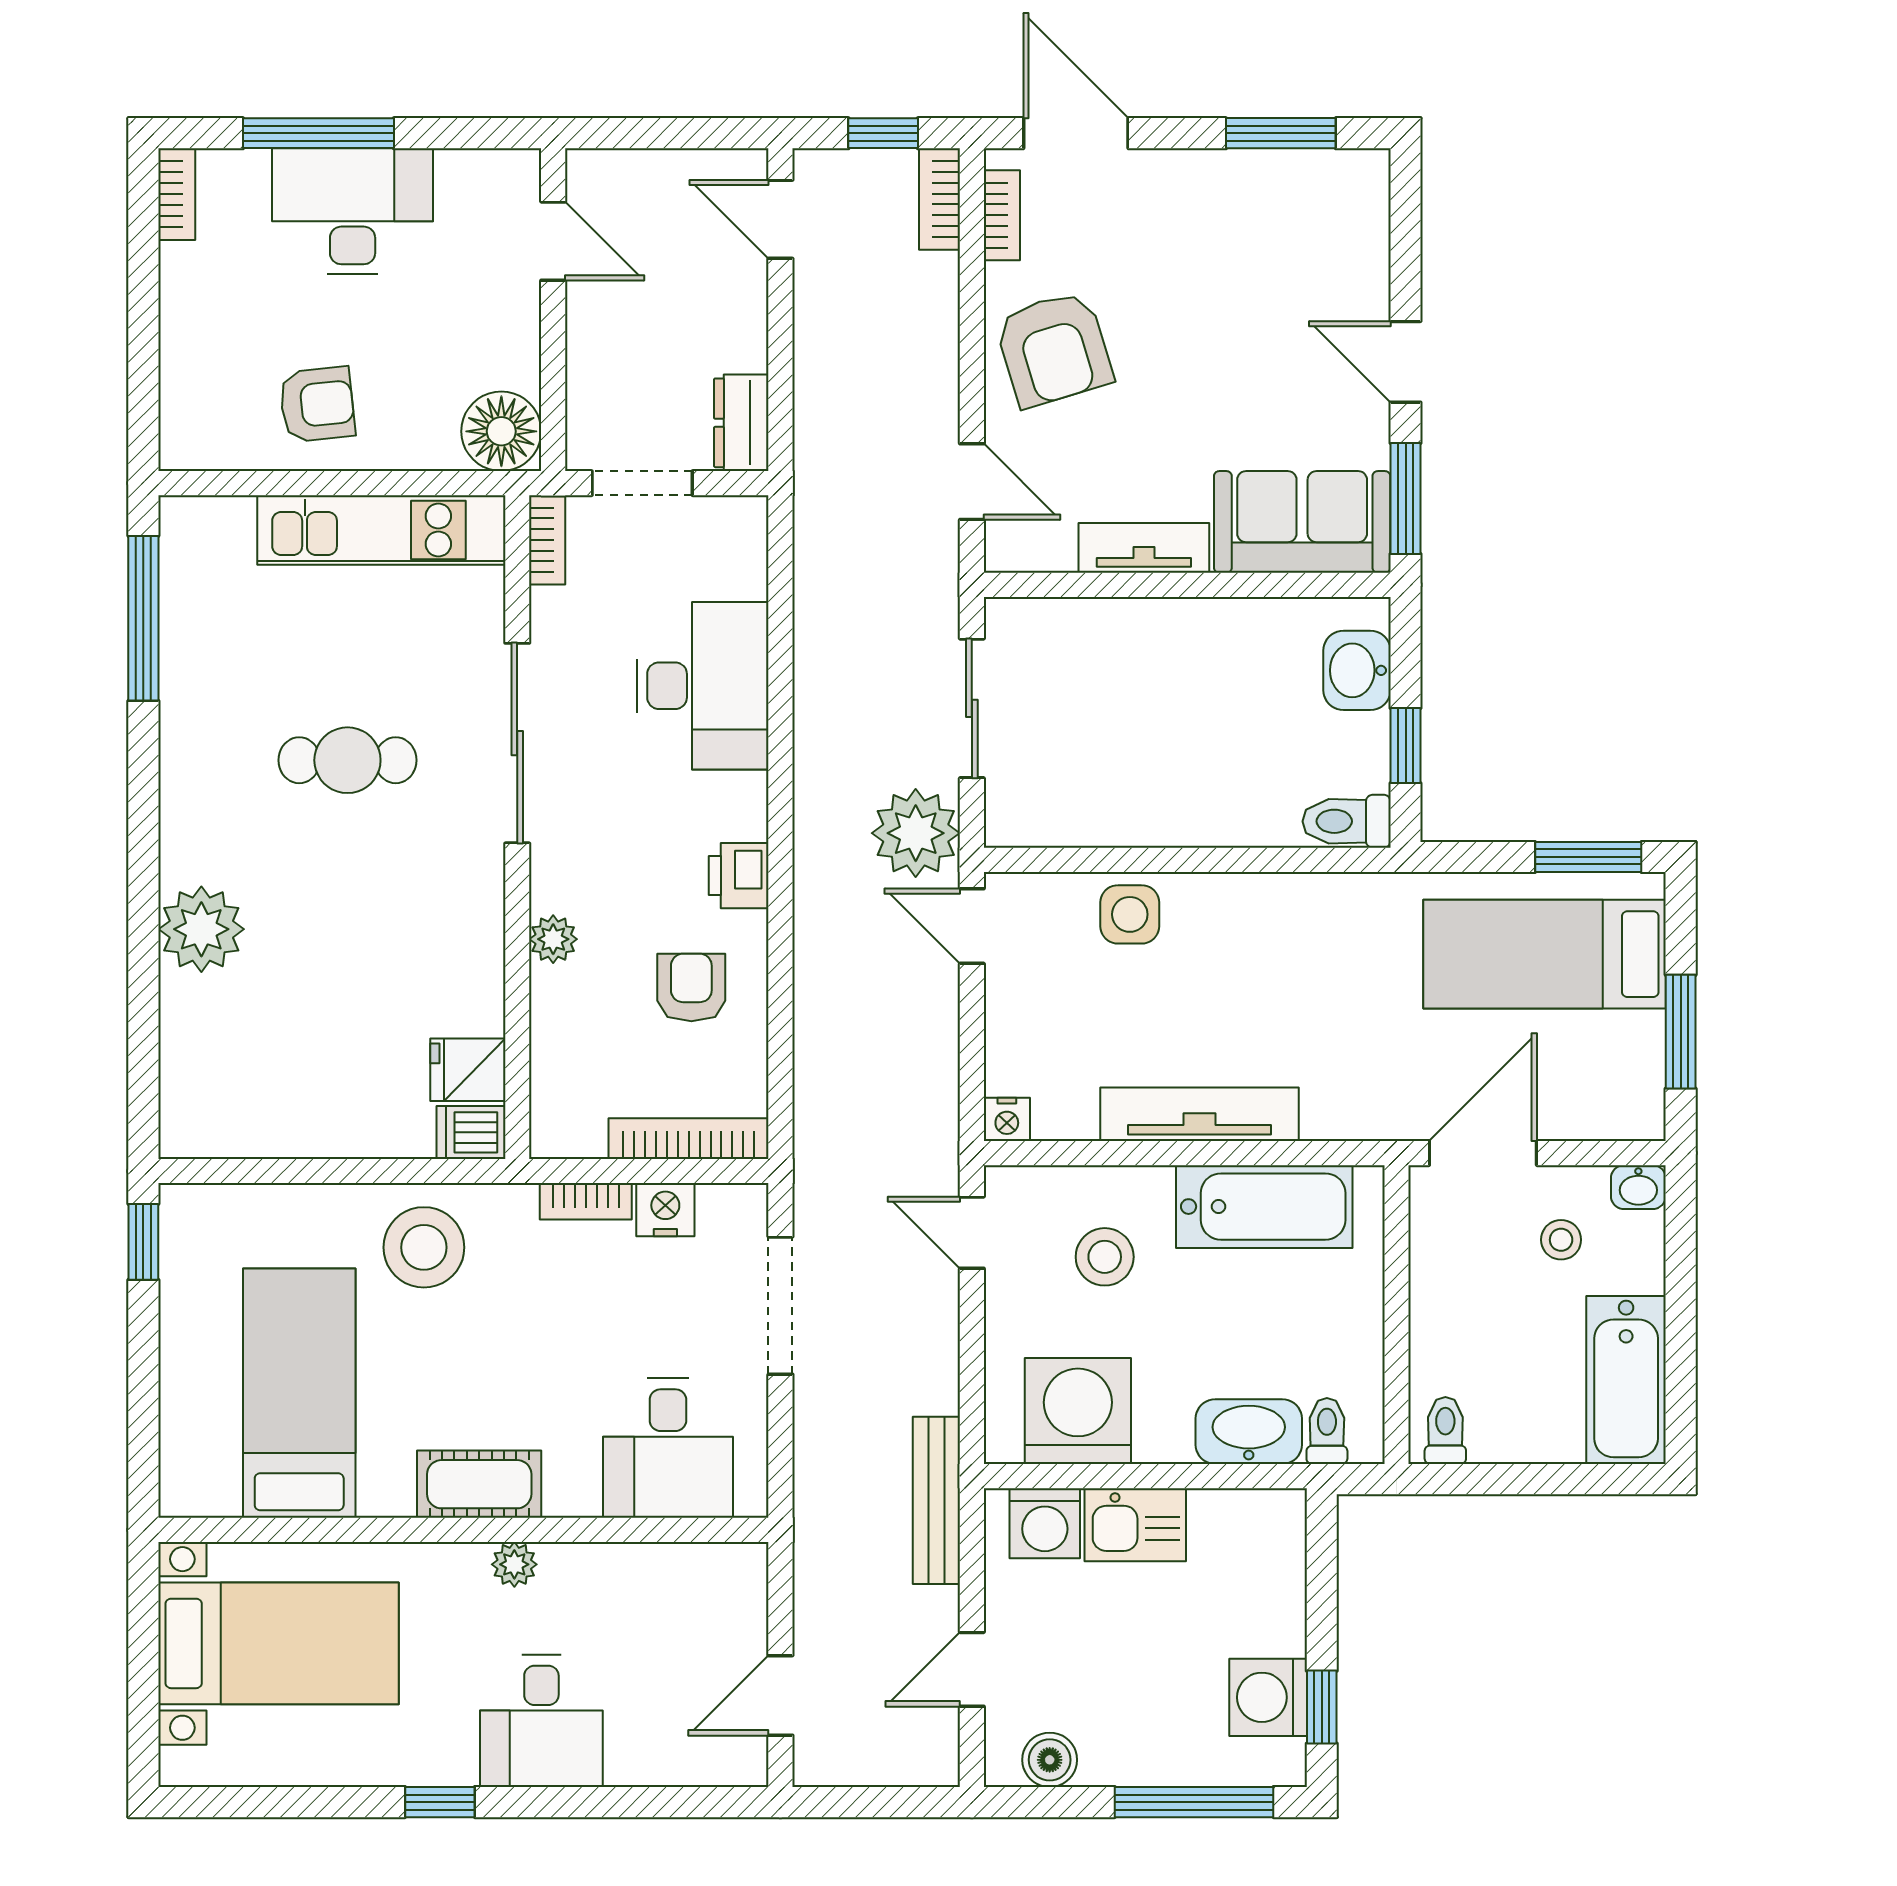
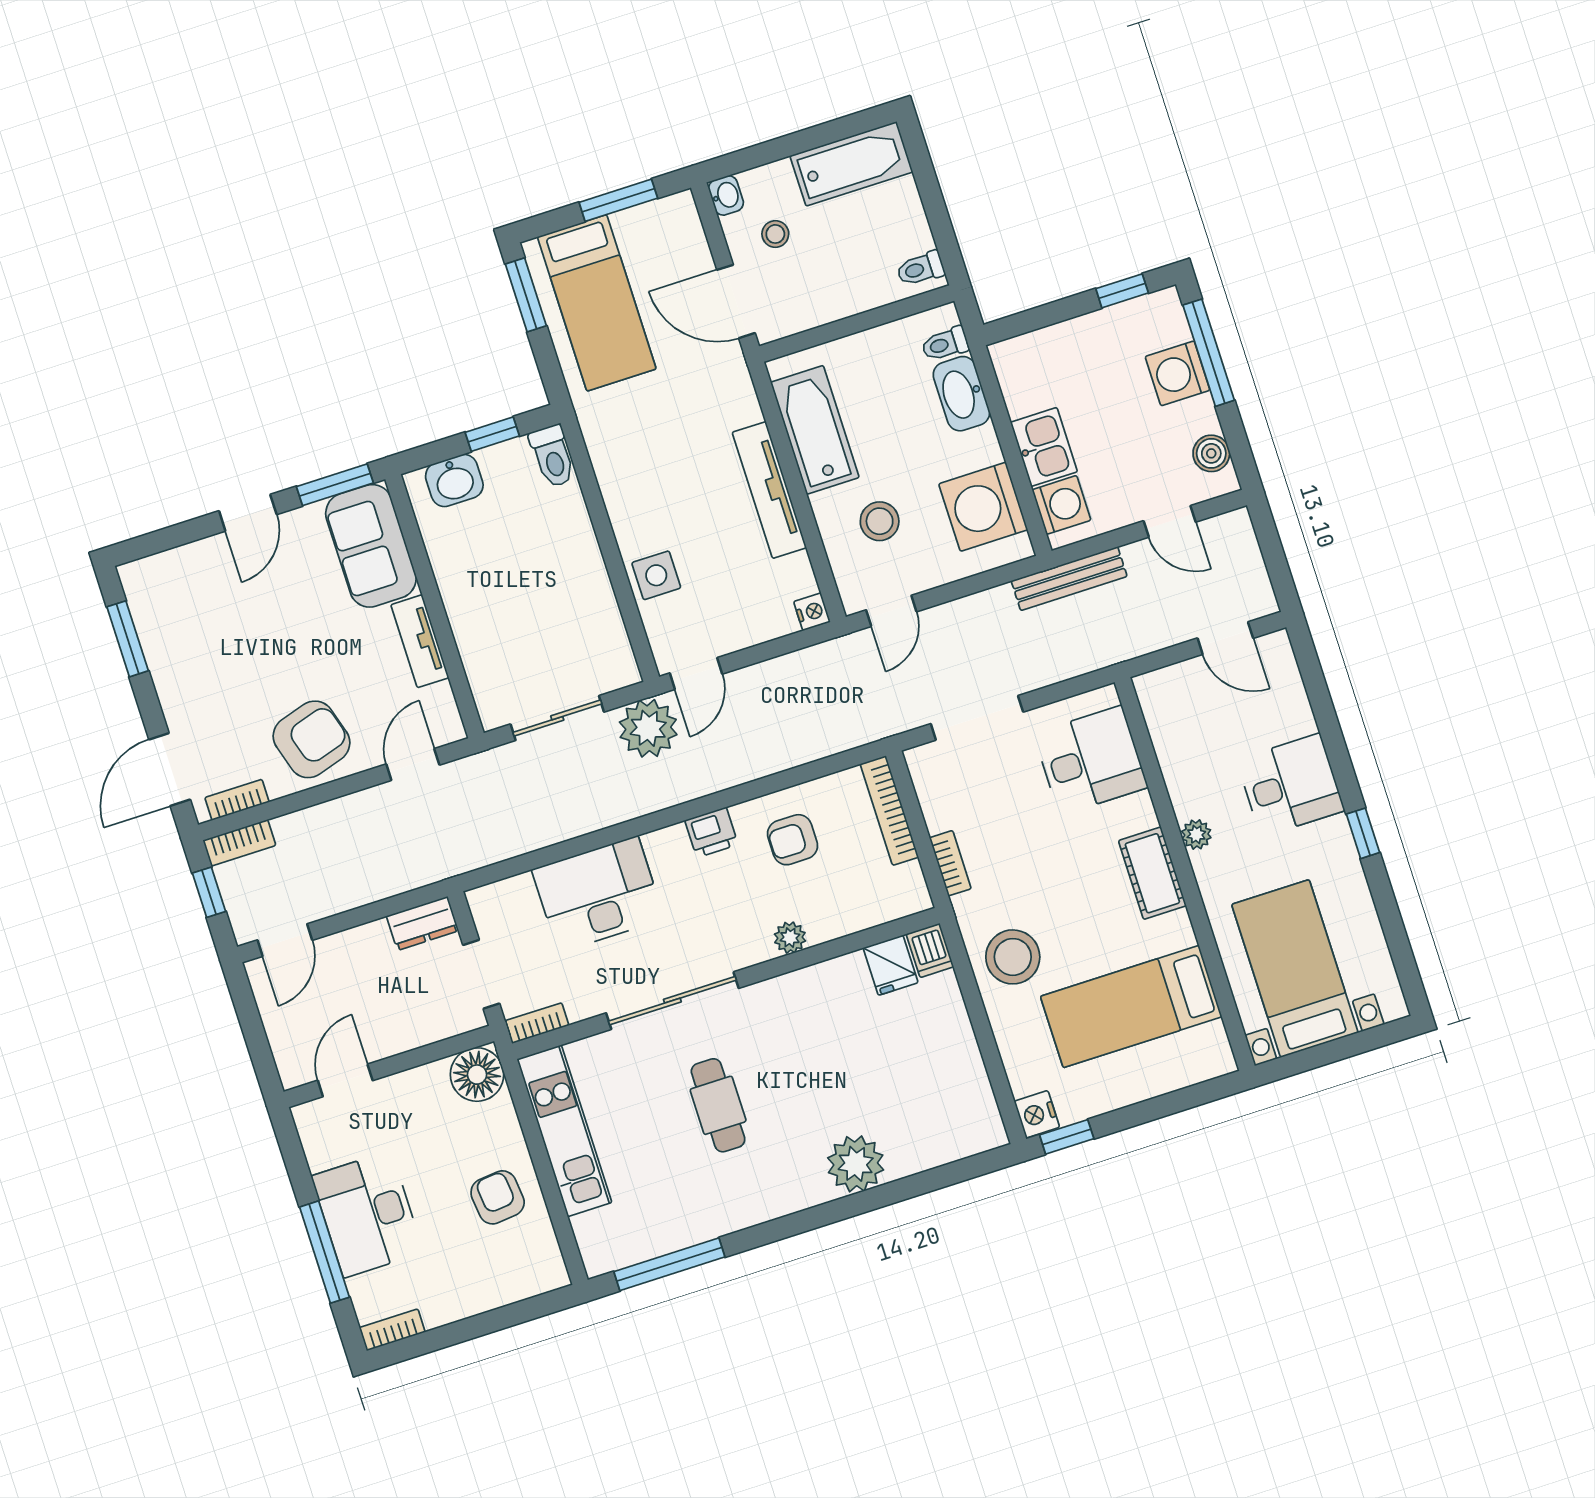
nightstand: (665, 1210) -> (1037, 1114), moved
washing machine: (1268, 1697) -> (1178, 373), moved, turned 90

